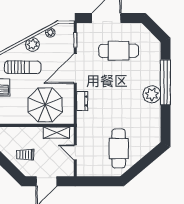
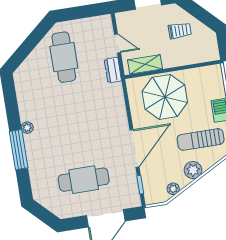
window: (165, 82) -> (19, 150), width x0.68
plant: (152, 94) -> (27, 128), width x0.53, depth x0.53
dresser: (82, 101) -> (113, 70), moved

